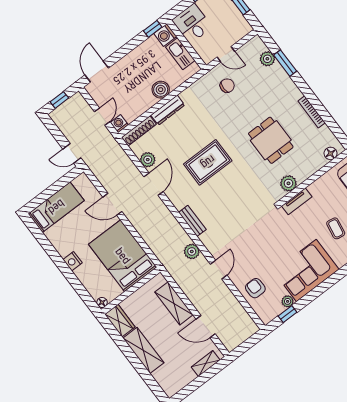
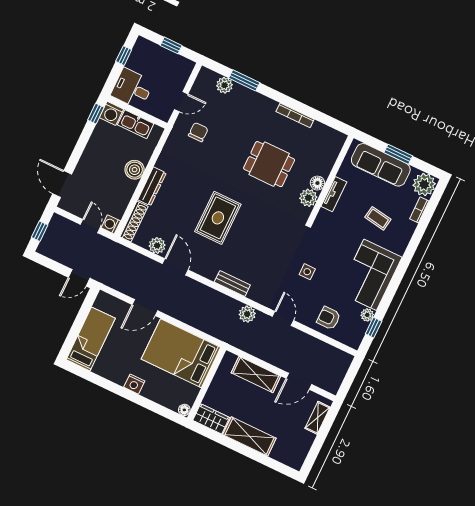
floor lamp: (331, 153) -> (317, 183), moved
tv unit: (297, 201) -> (334, 194), moved
side table: (257, 242) -> (307, 272), added

